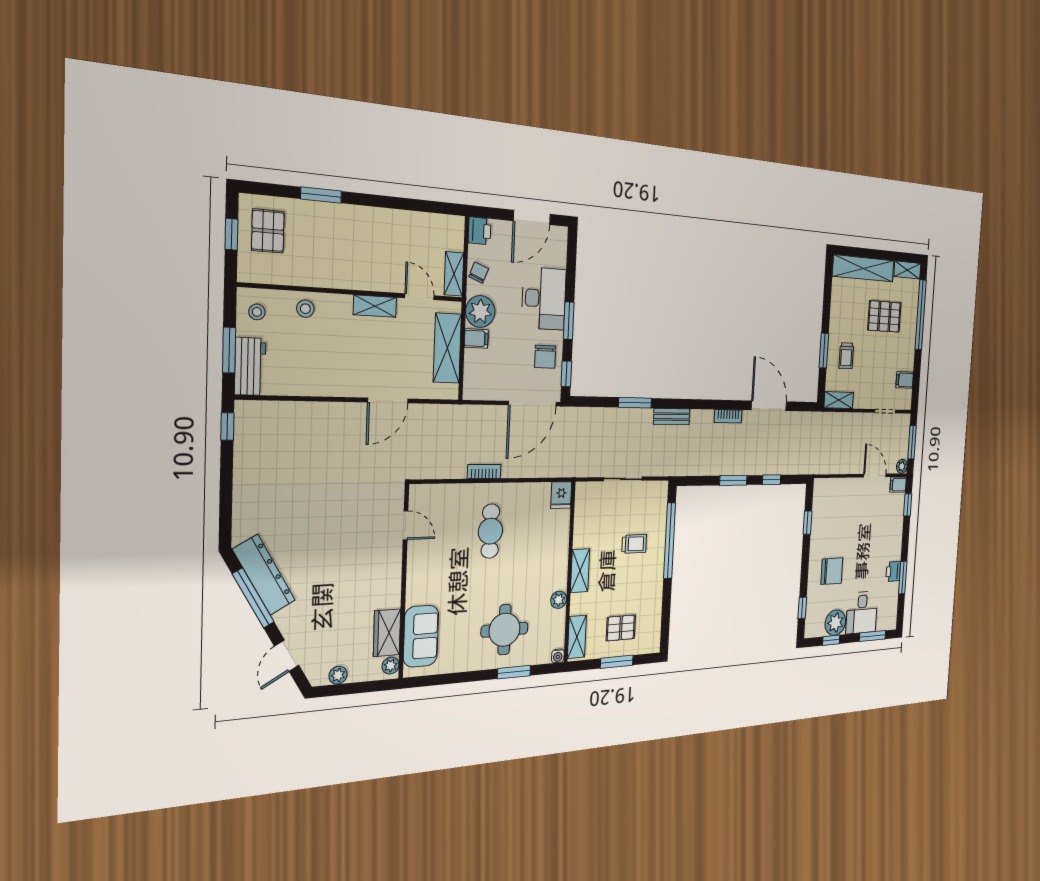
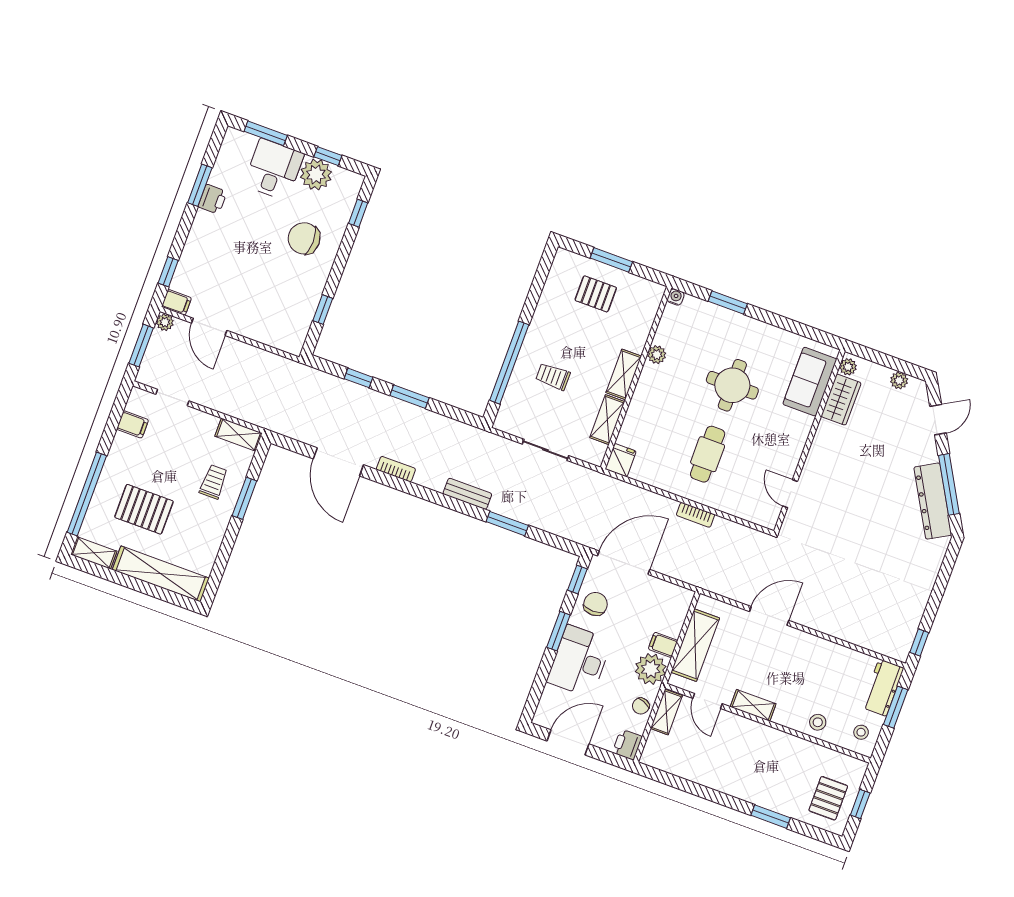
round table: (504, 630) -> (732, 385), moved
shelving: (577, 637) -> (607, 420), moved

